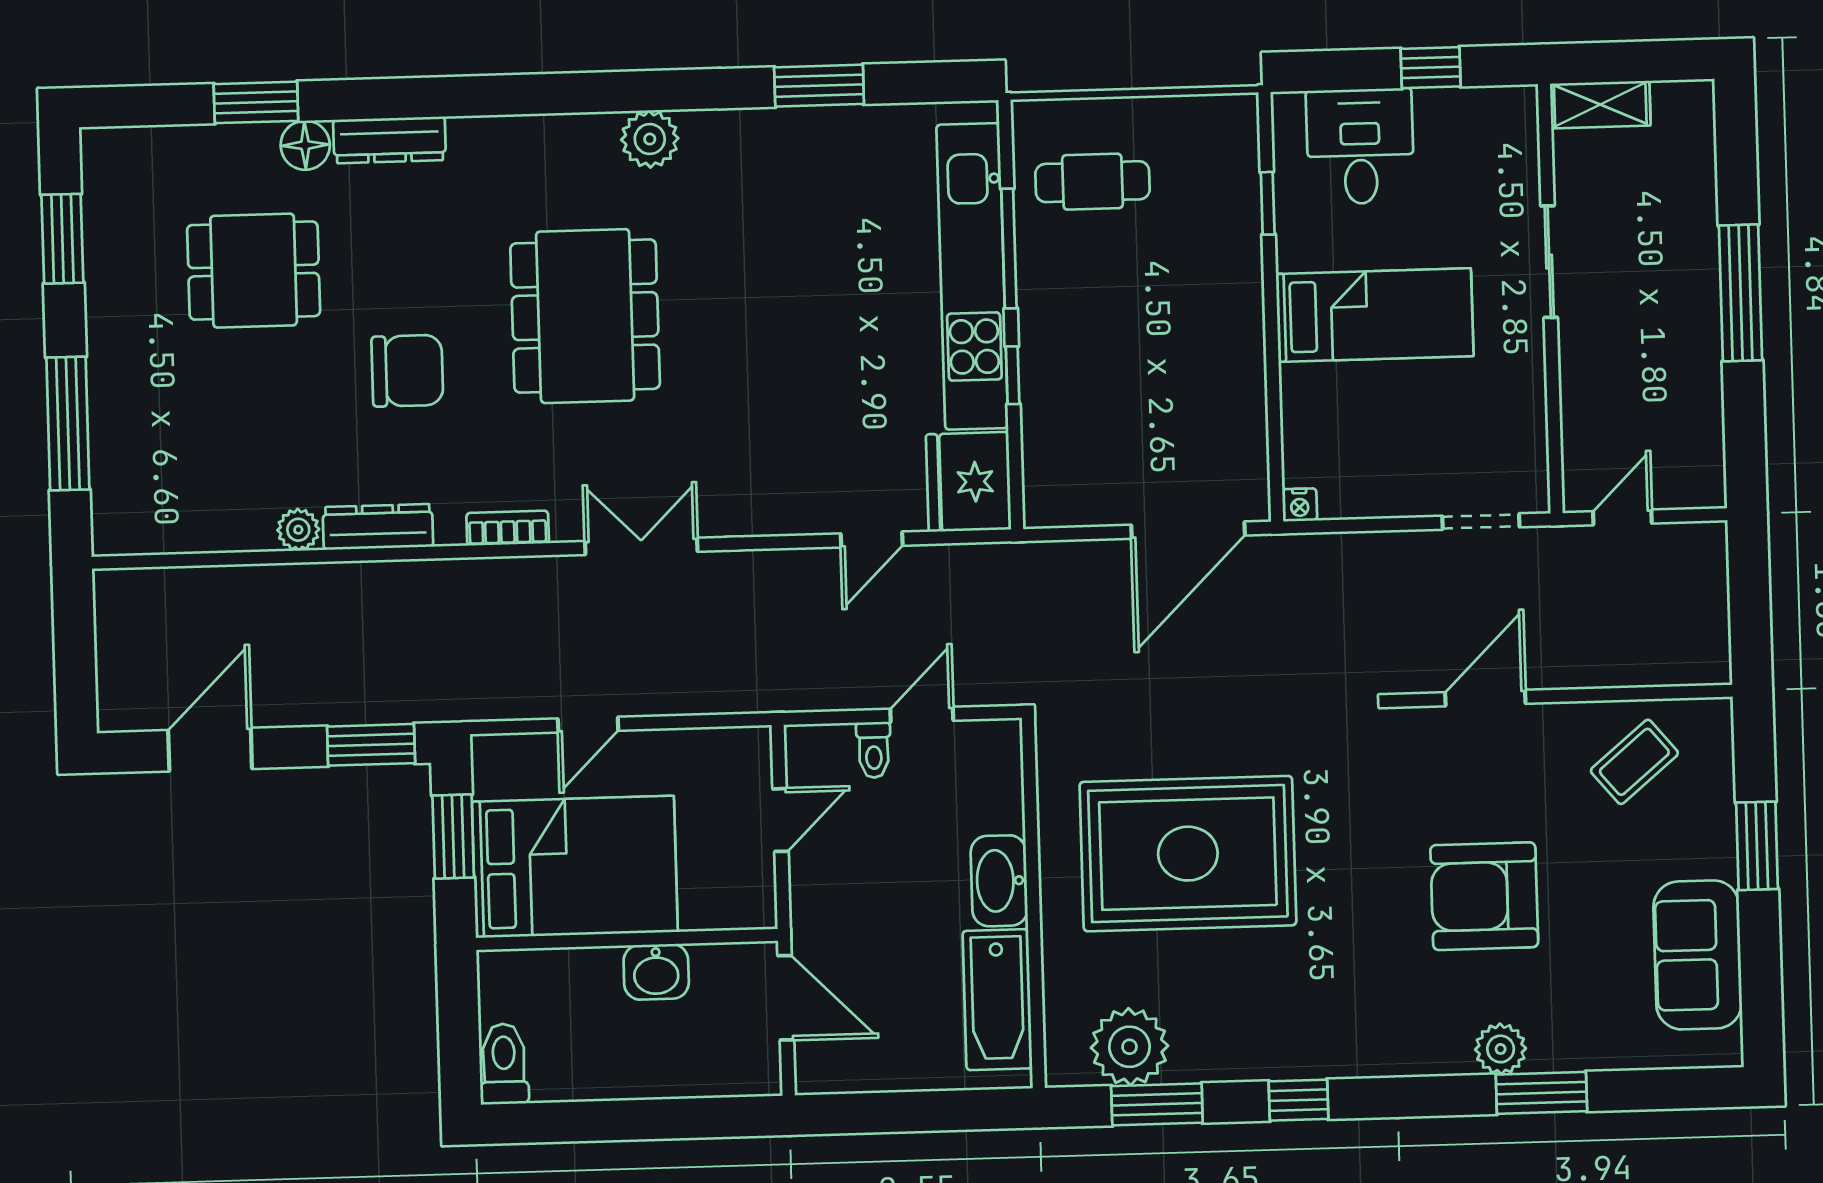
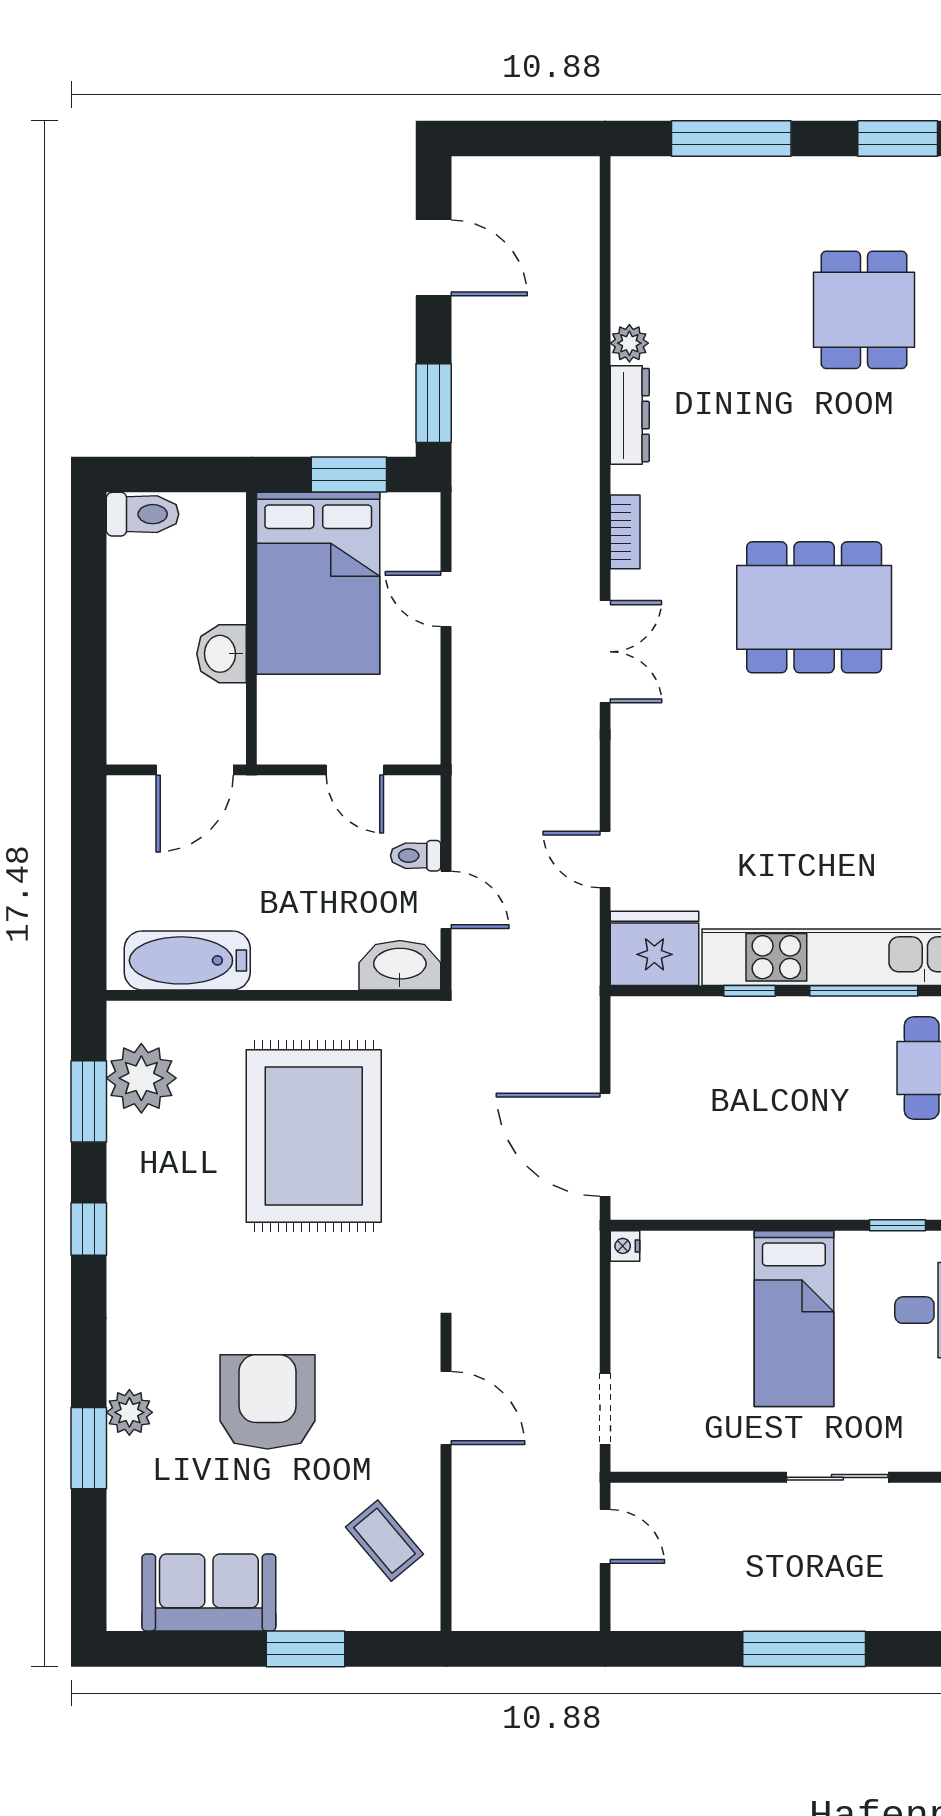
chair: (407, 371) -> (770, 446), removed
washbasin: (999, 881) -> (400, 965), moved

